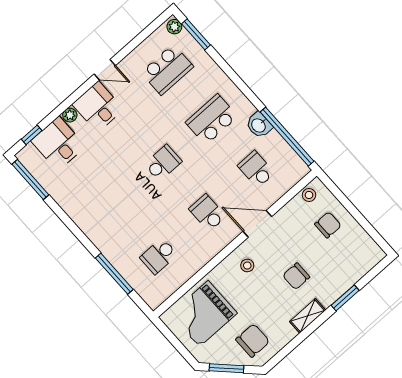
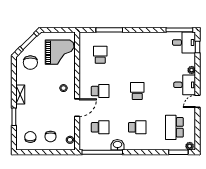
school desk: (212, 119) -> (137, 127), width x0.54
desk: (58, 143) -> (184, 42), moved
school desk: (163, 163) -> (137, 91), turned 180
chair: (296, 276) -> (30, 137), moved
grand piano: (204, 314) -> (60, 52), turned 90

